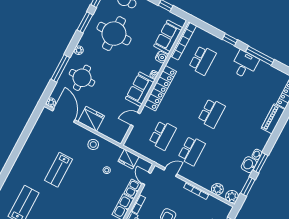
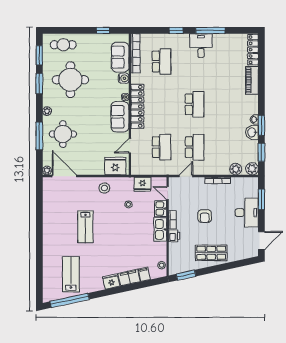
fridge: (91, 119) -> (115, 166), moved

